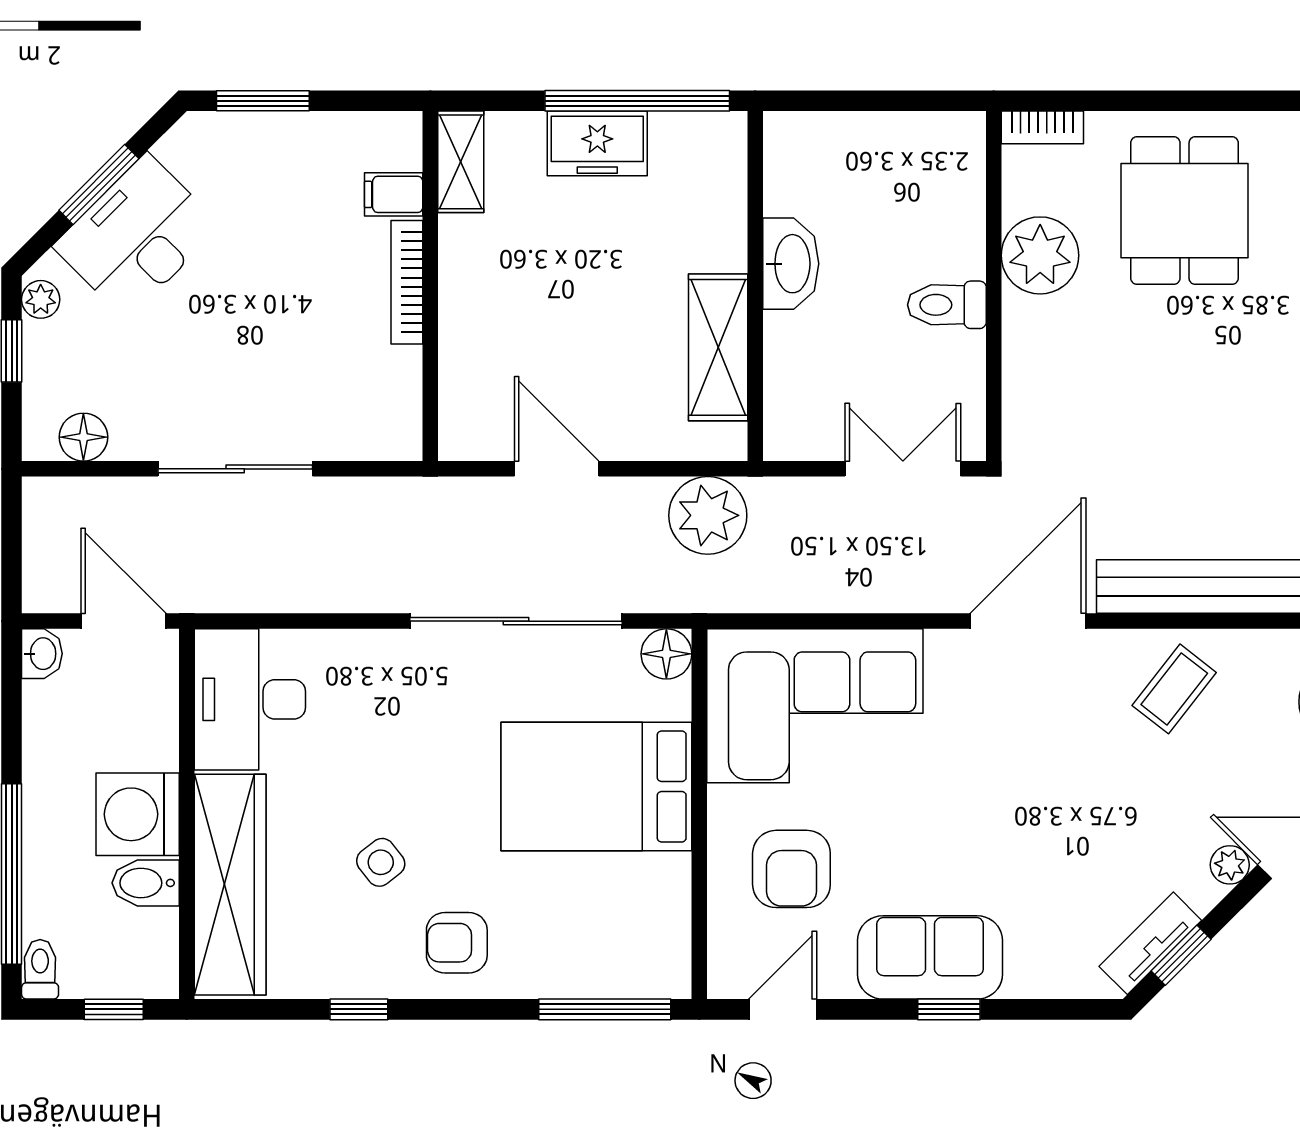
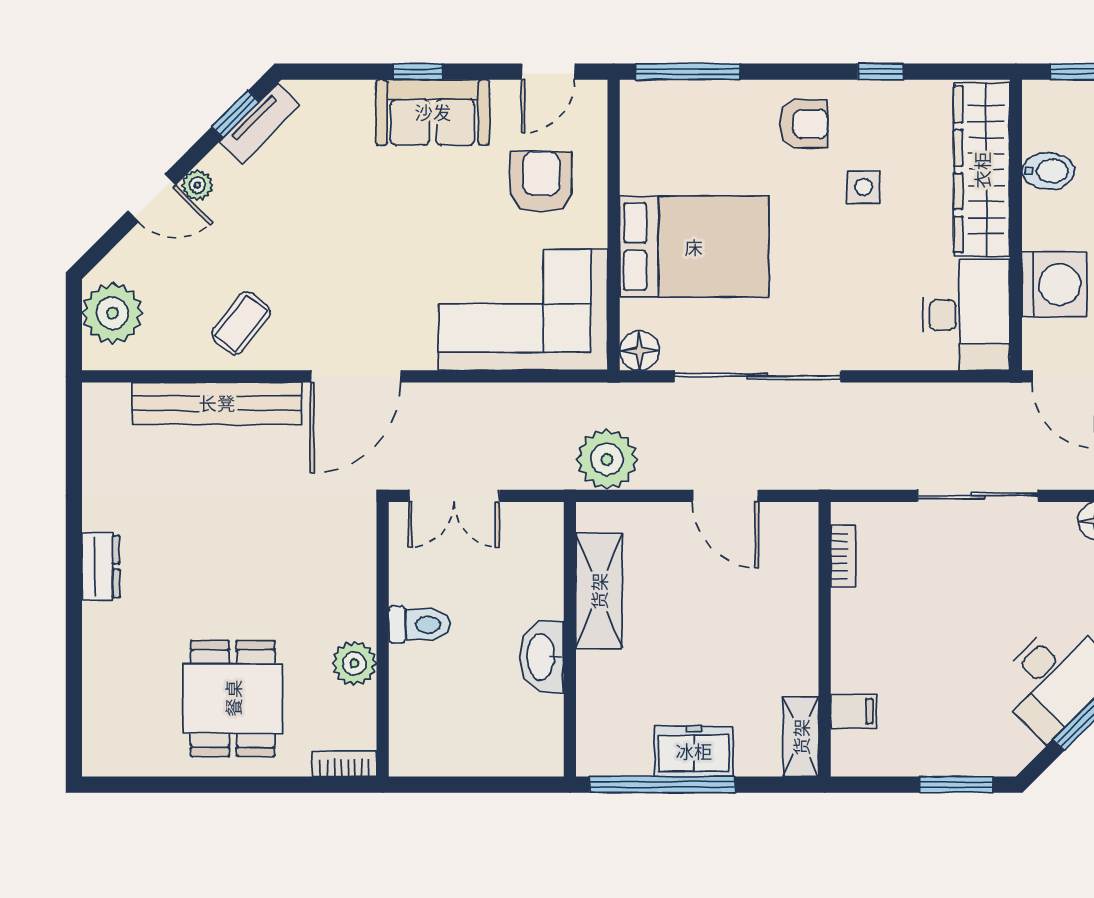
plant: (1040, 255) -> (354, 663), width x0.73, depth x0.73
bookcase: (407, 282) -> (843, 556), moved, width x0.64
washing machine: (138, 814) -> (1054, 285), moved
side table: (381, 862) -> (864, 187), turned 38

